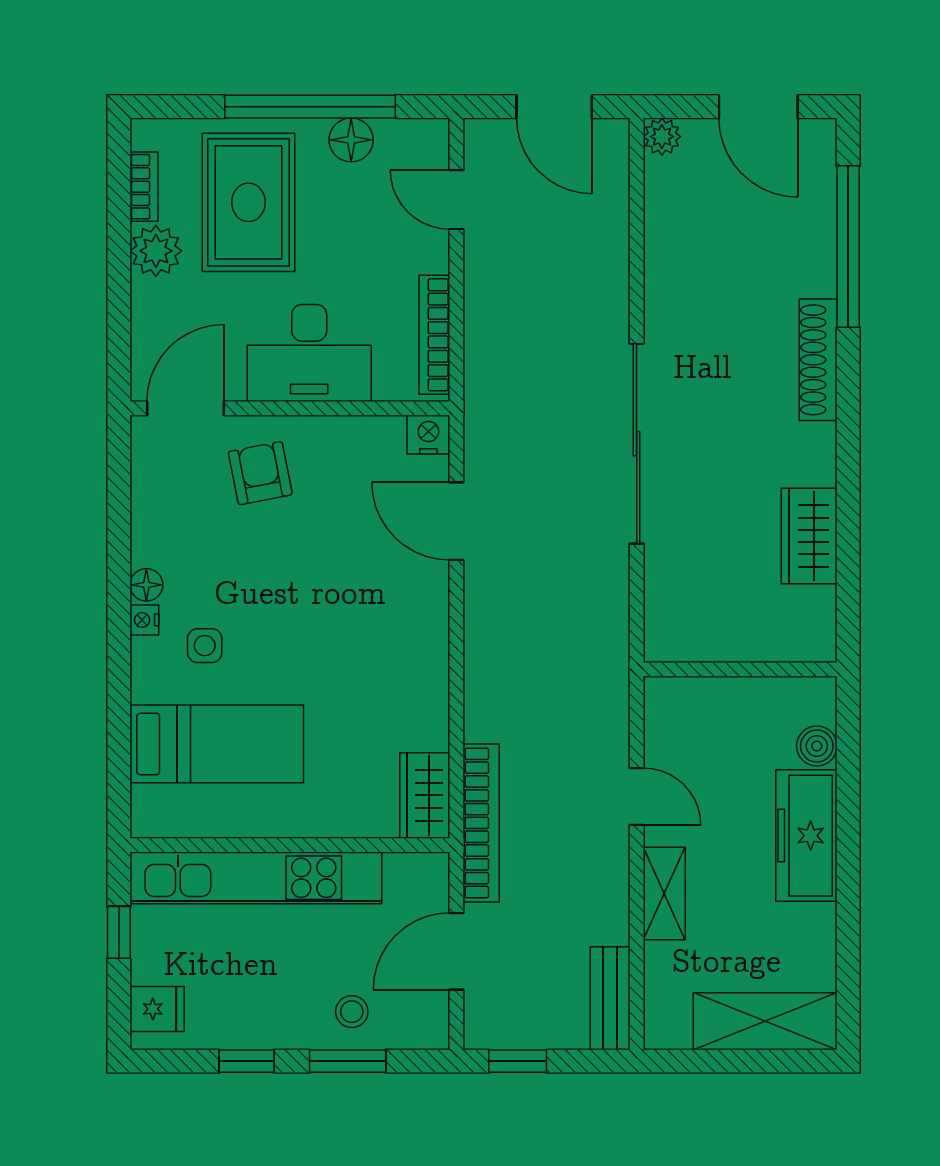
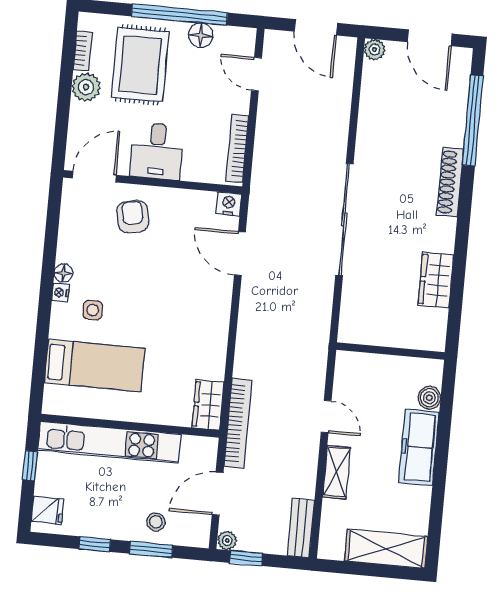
desk: (309, 353) -> (157, 151), width x0.73
plant: (481, 1033) -> (227, 541), added

